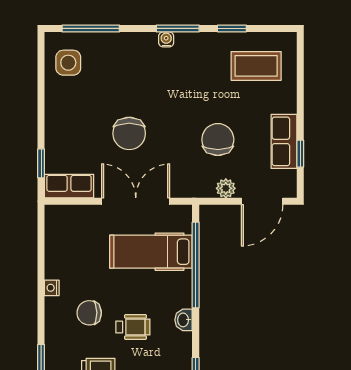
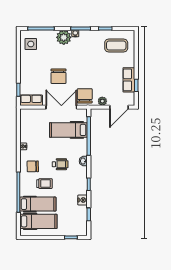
plant: (141, 48) -> (64, 37), added
chair: (218, 140) -> (85, 96), moved
chair: (89, 313) -> (33, 166), moved

